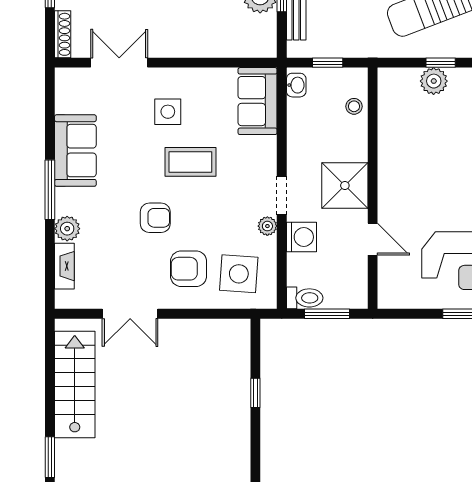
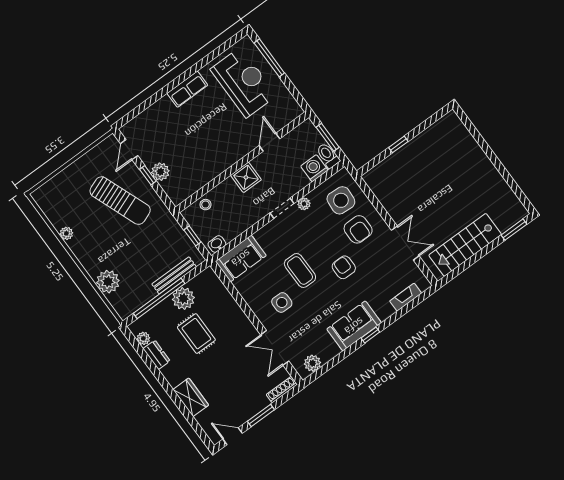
sofa: (75, 151) -> (354, 326), moved
shower: (345, 186) -> (246, 177), width x0.73, depth x0.73
window: (50, 190) -> (370, 335), width x0.46
plant: (67, 229) -> (312, 363), moved
washing machine: (301, 237) -> (314, 168), moved

